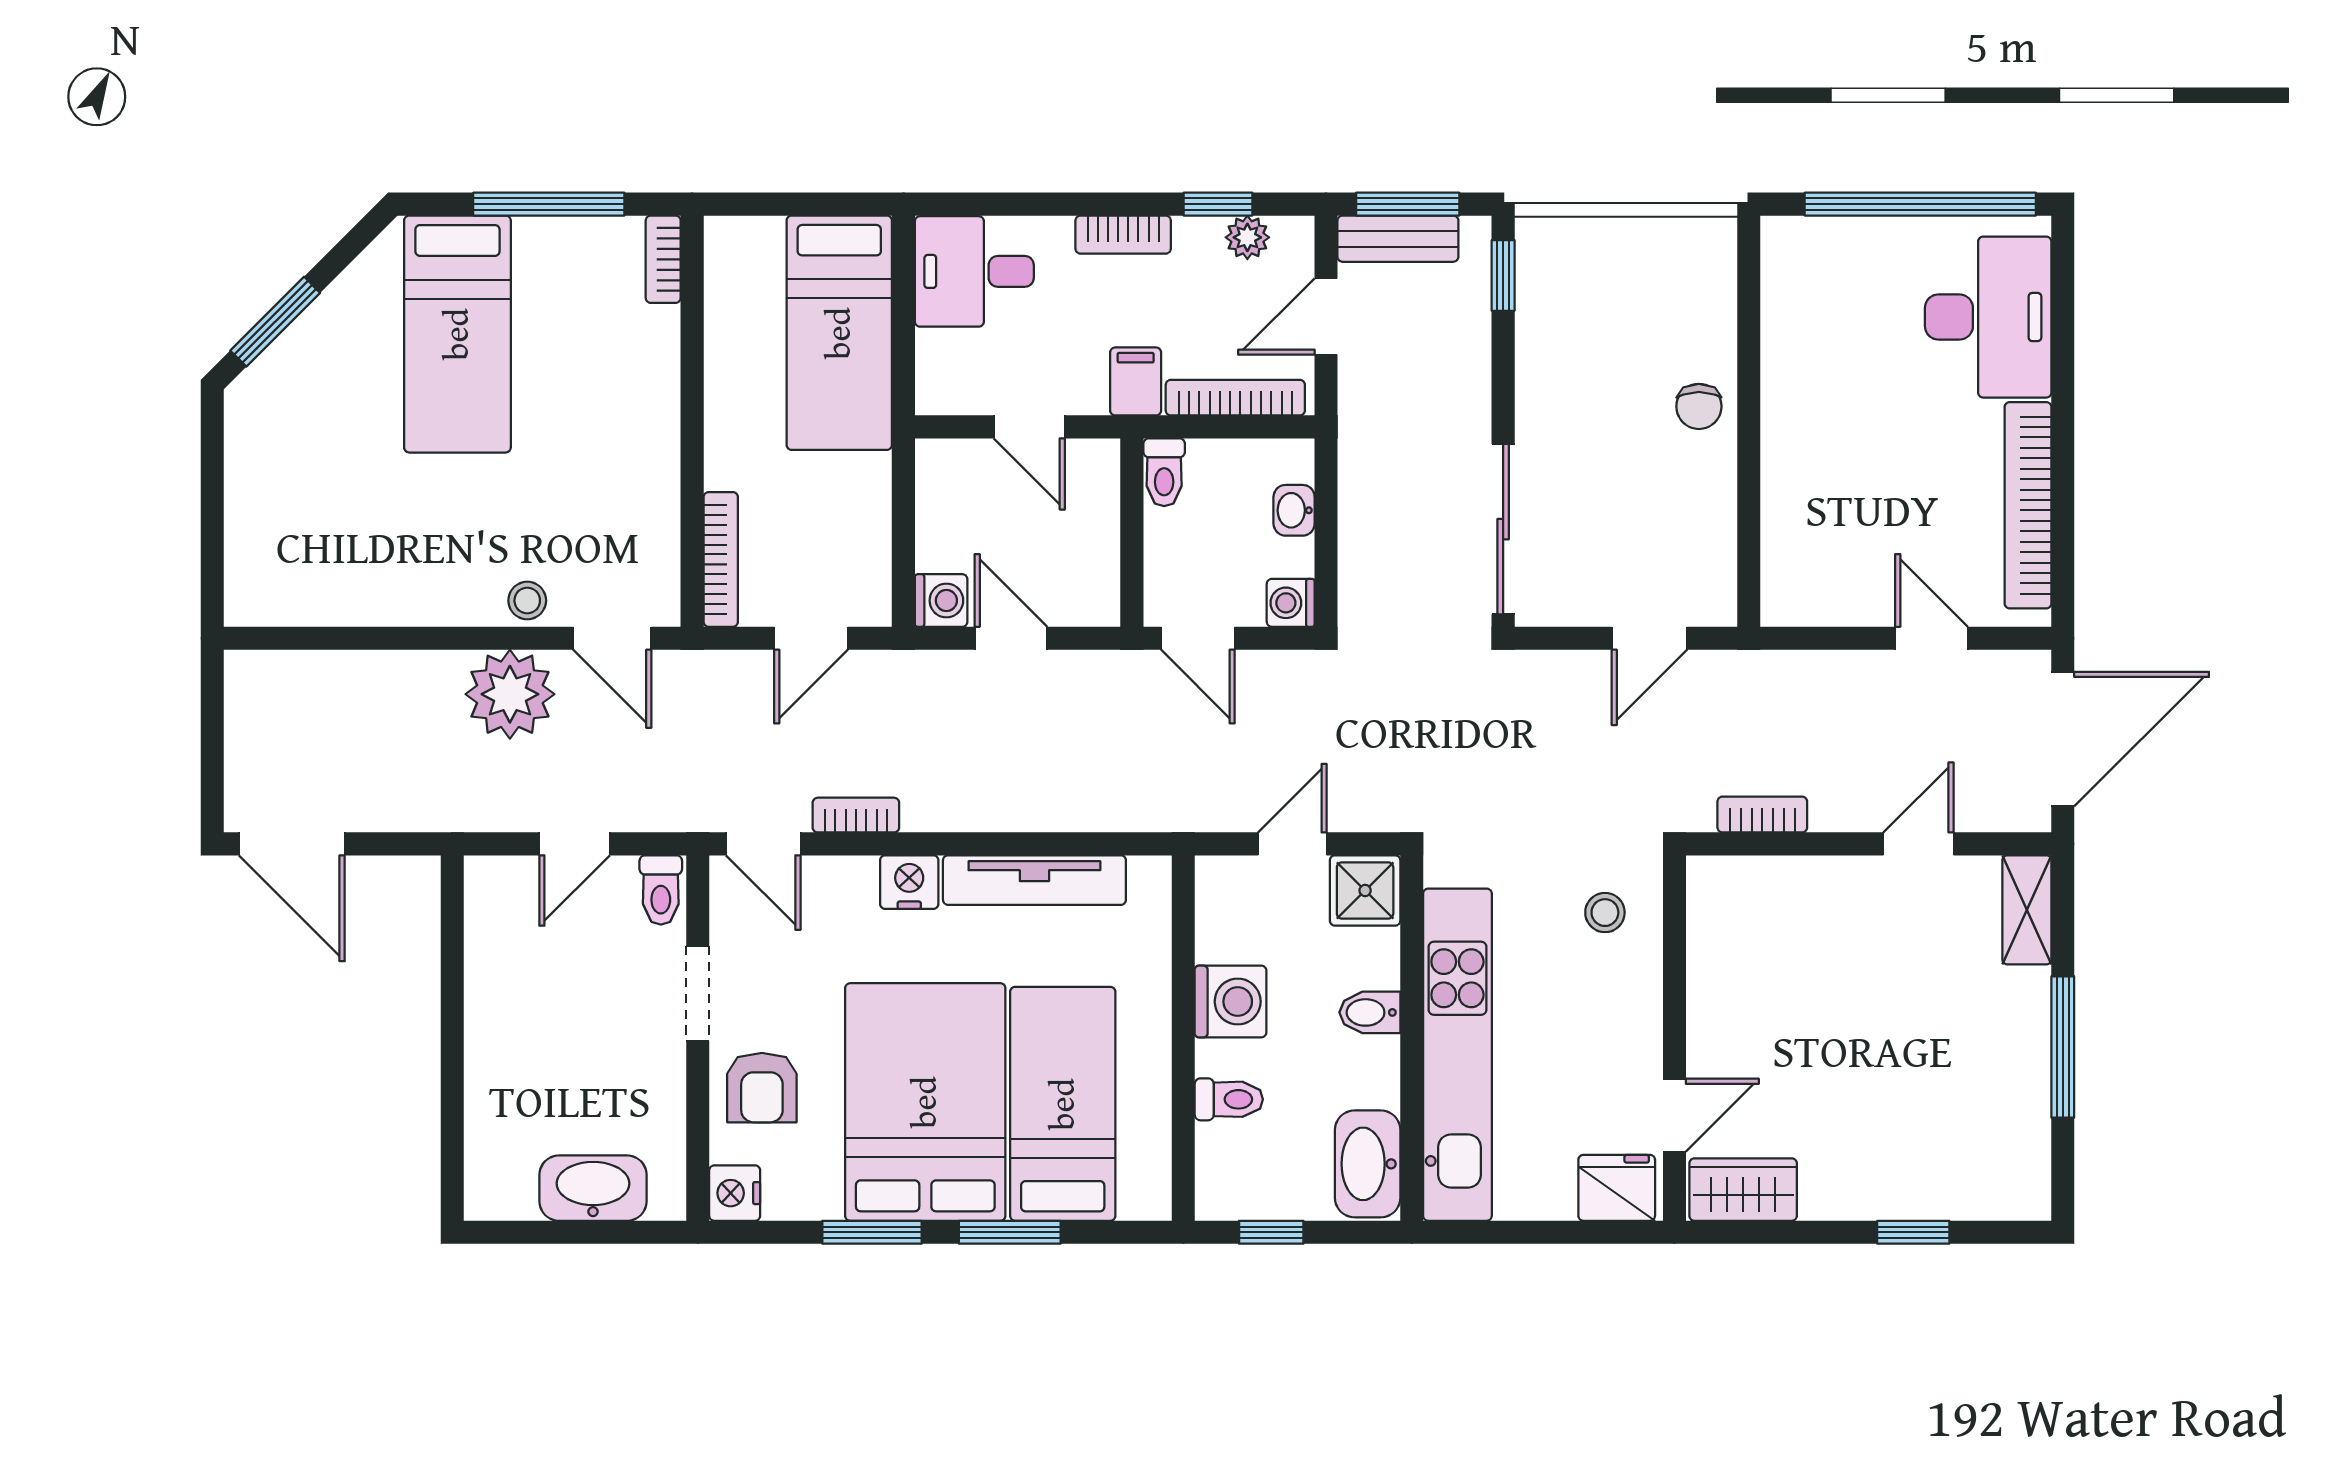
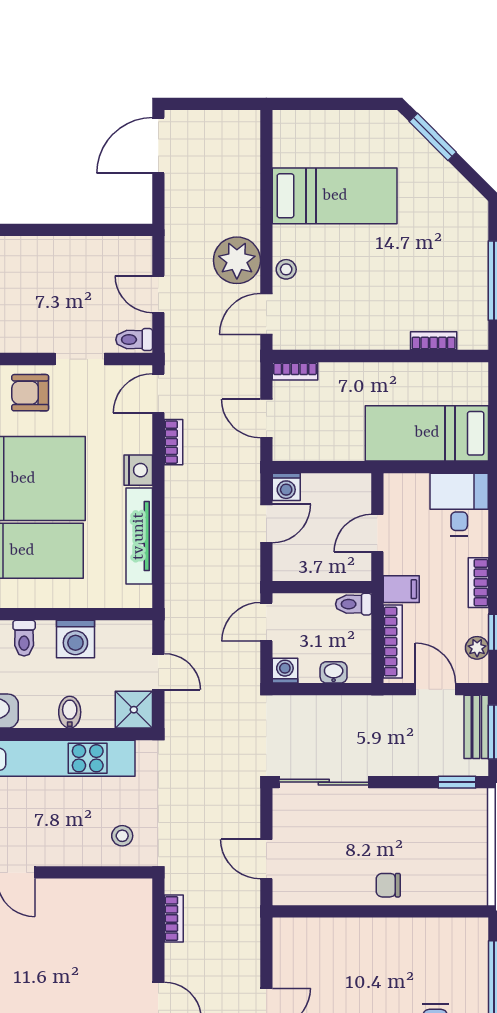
bookcase: (663, 259) -> (434, 341), moved
bed: (457, 334) -> (335, 196), moved, turned 180
bookcase: (721, 559) -> (295, 371), width x0.64

